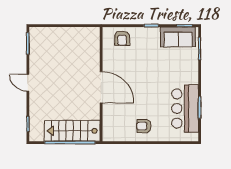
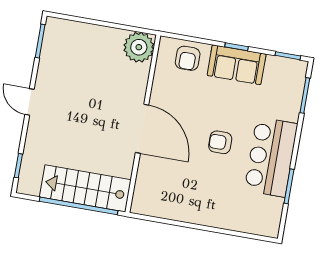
plant: (90, 37) -> (139, 47), added
sofa: (178, 37) -> (237, 65), moved
bar counter: (185, 109) -> (271, 157), moved
armchair: (144, 126) -> (220, 142), moved

